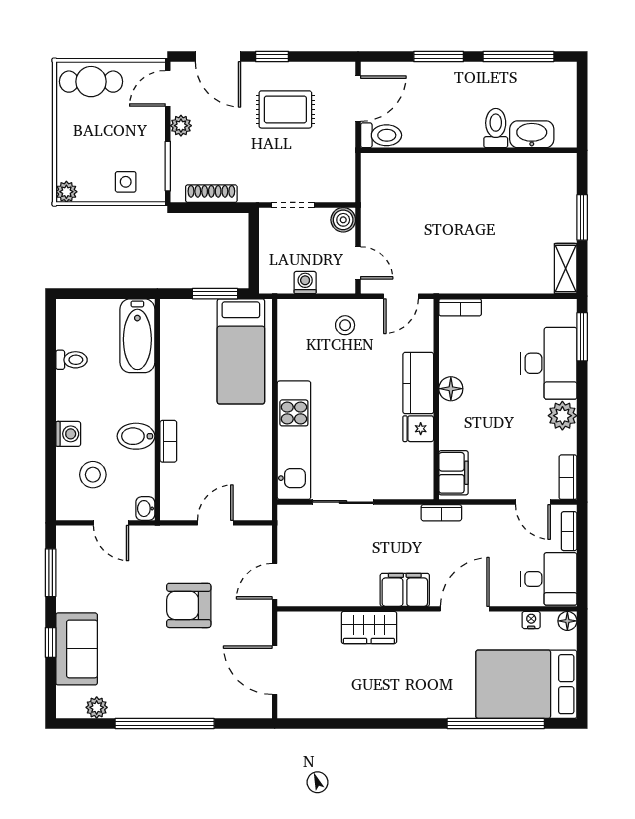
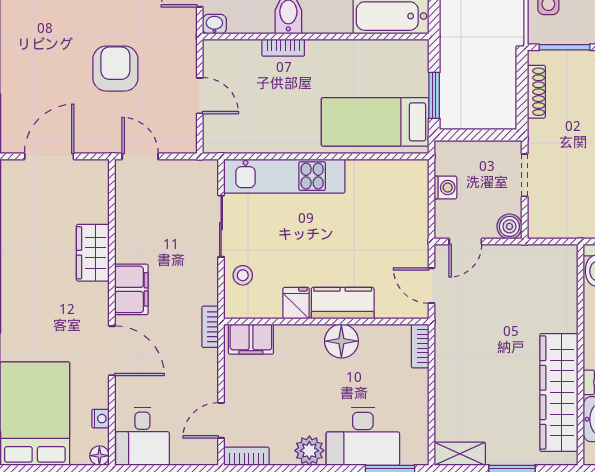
wardrobe: (506, 172) -> (559, 393), added
stool: (345, 325) -> (243, 275), moved
floor lamp: (451, 389) -> (341, 341), width x1.38, depth x1.38
bookcase: (569, 531) -> (191, 457), removed

